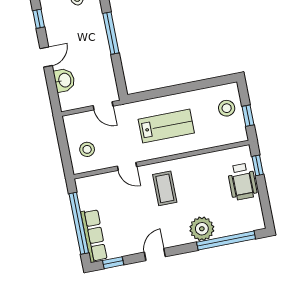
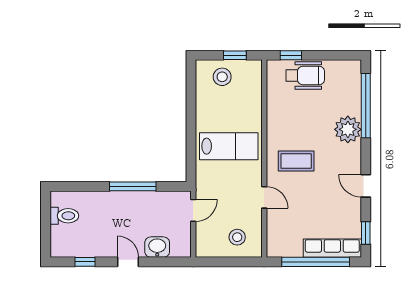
window: (111, 33) -> (133, 186), moved
lab bench: (166, 126) -> (229, 146), turned 90
door: (127, 166) -> (264, 197), hinge flipped

